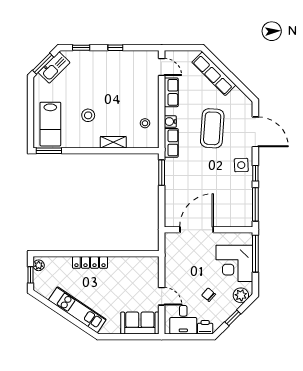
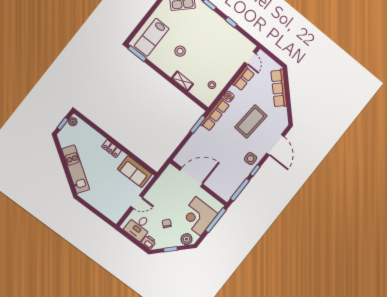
row of seats: (171, 143) -> (215, 115), width x1.48
locker: (90, 262) -> (112, 149), width x0.66
door: (162, 296) -> (136, 202), hinge flipped
sofa: (140, 323) -> (135, 172), moved, turned 180

